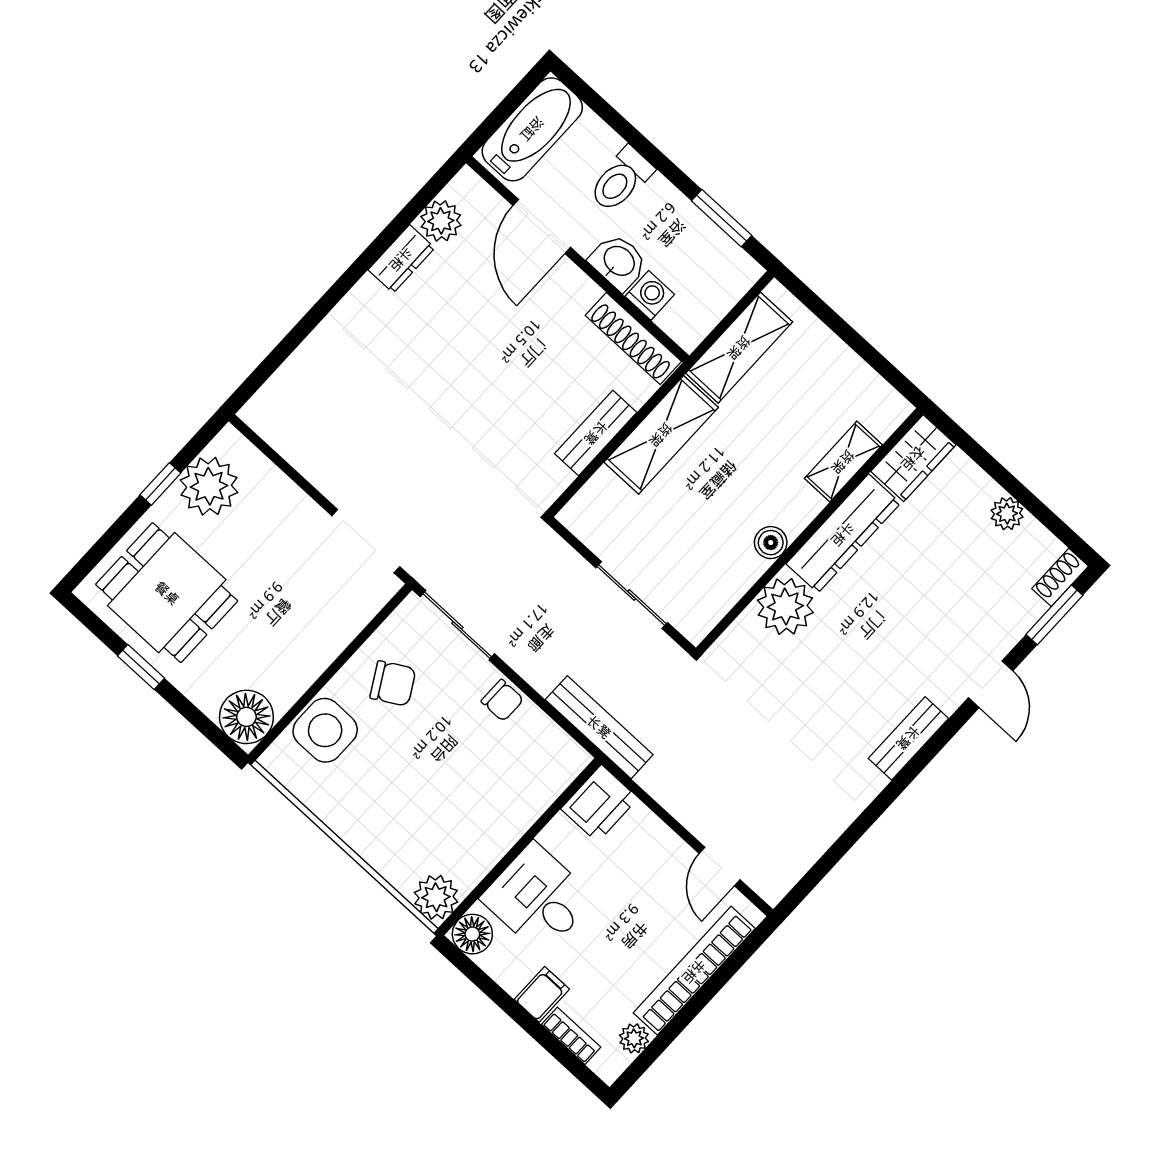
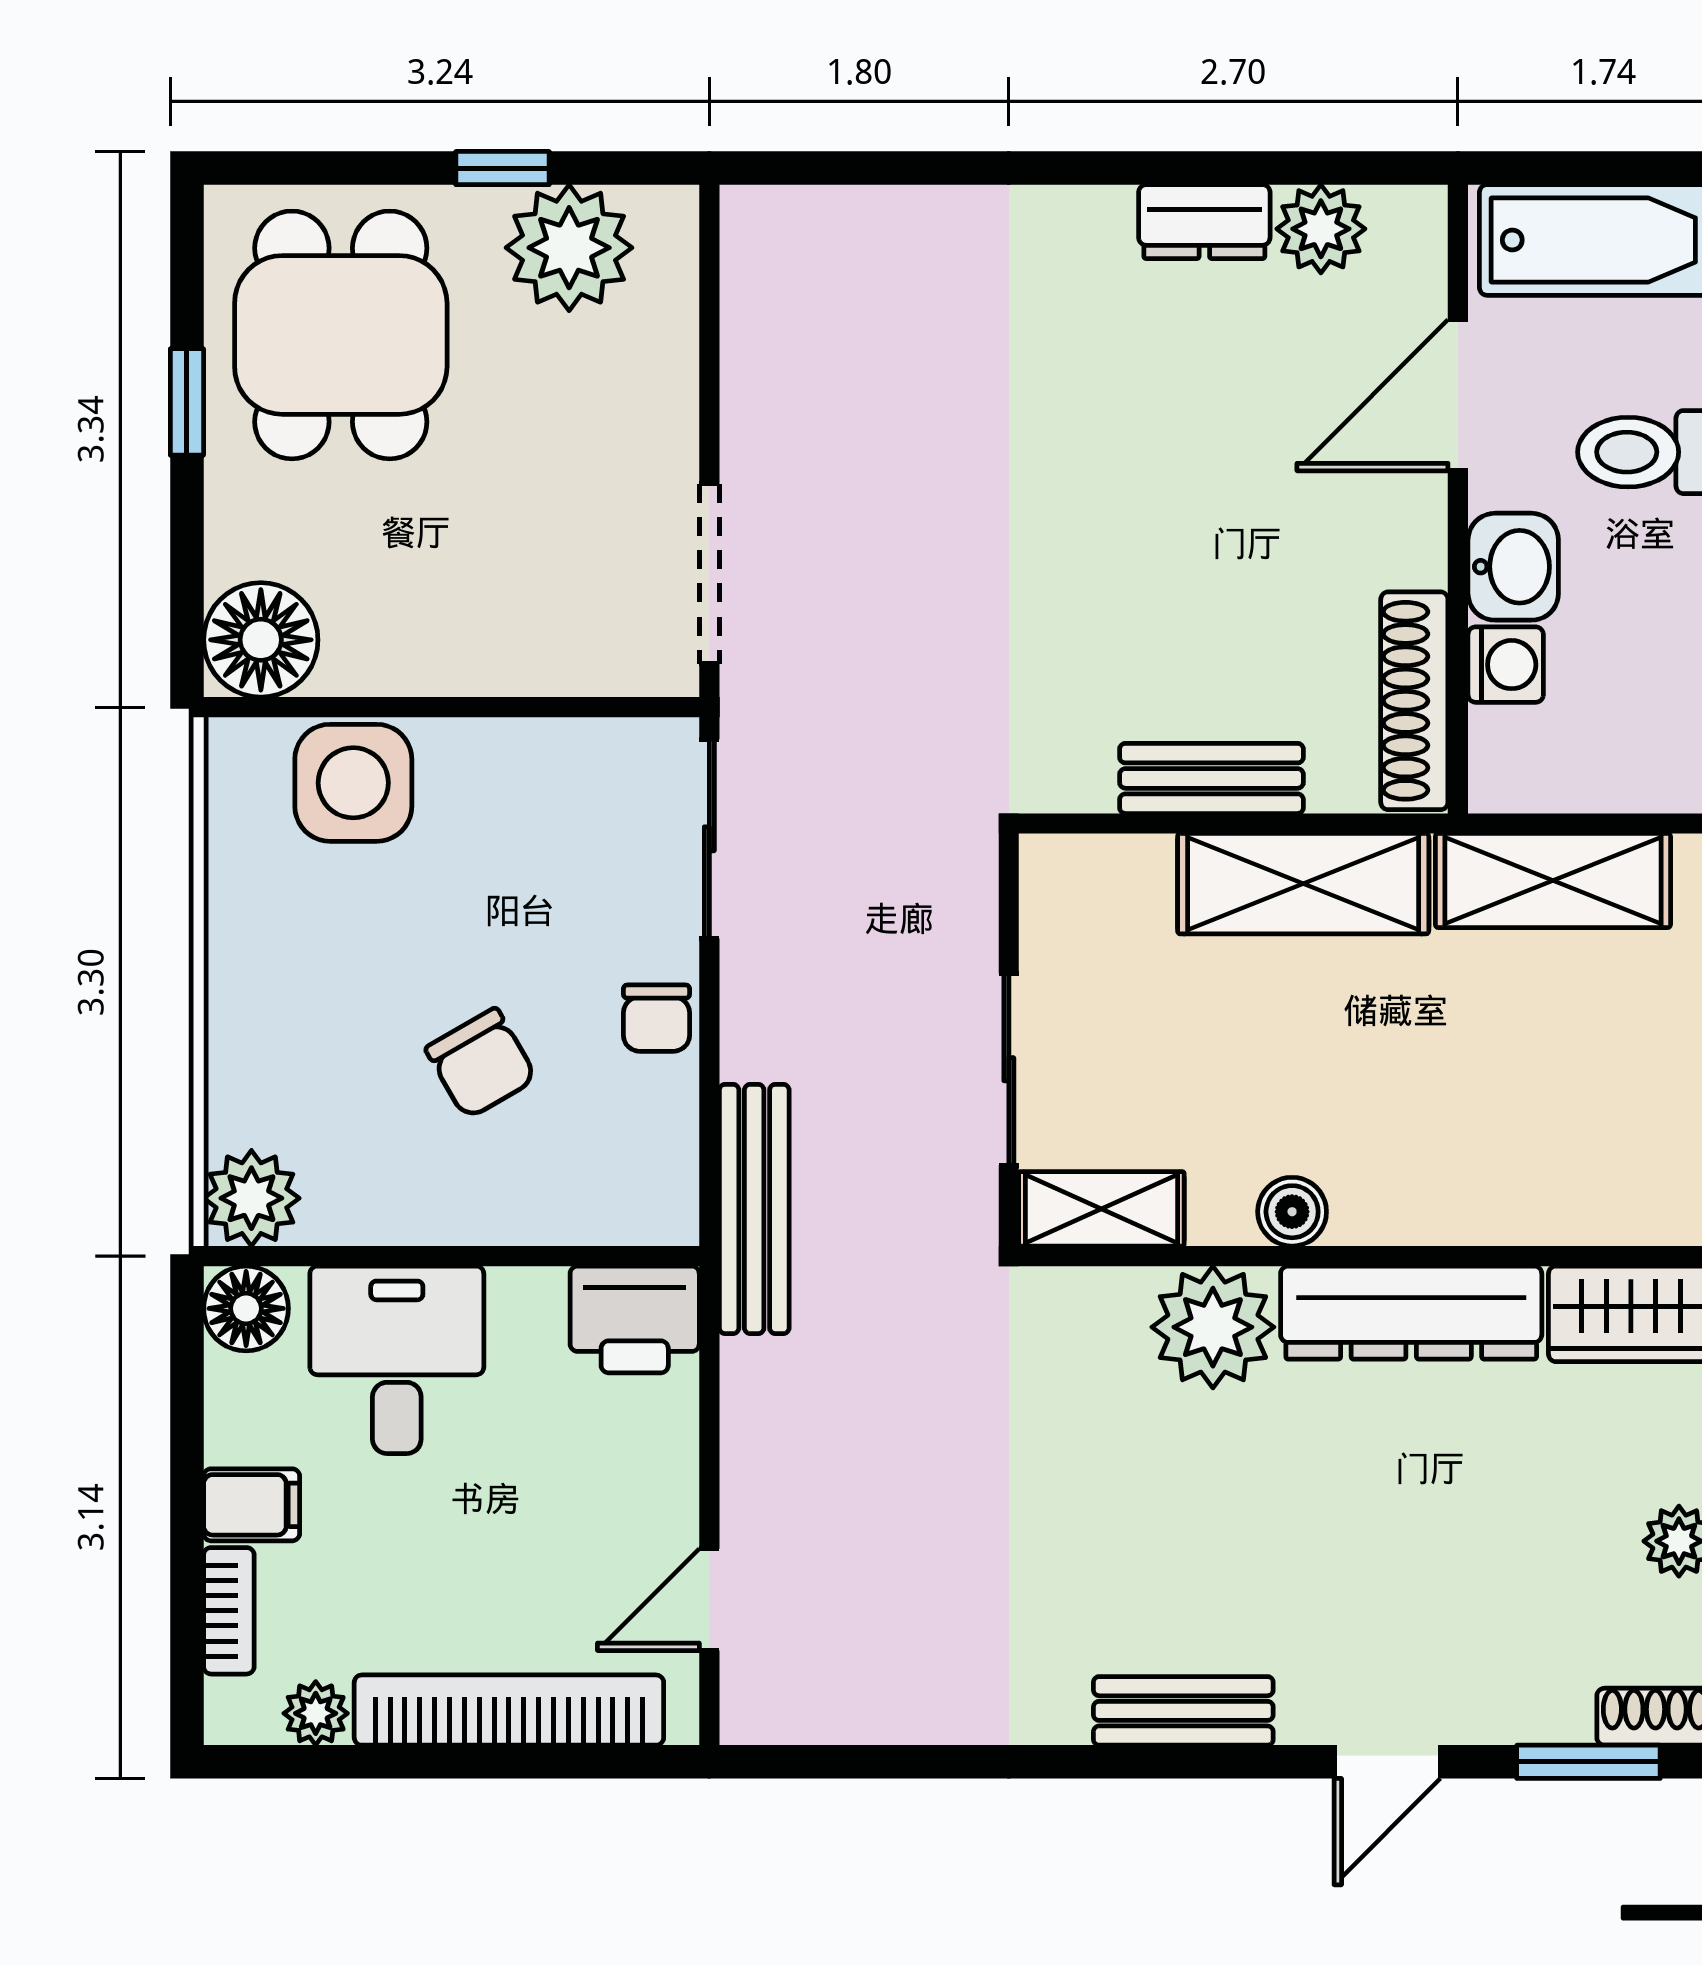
shelving: (843, 462) -> (1101, 1209), moved
chair: (393, 683) -> (481, 1063), moved

